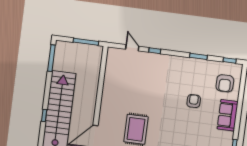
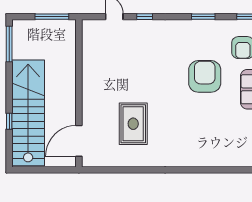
armchair: (194, 101) -> (205, 76), width x1.88, depth x1.88

